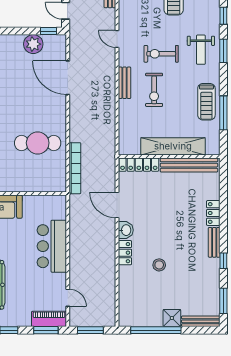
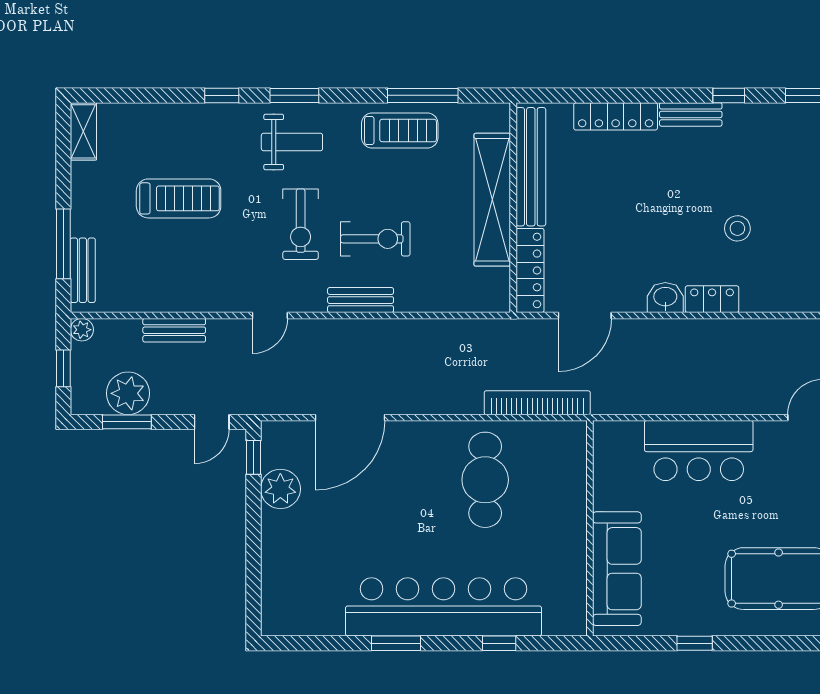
door: (117, 205) -> (585, 315), moved
locker: (213, 213) -> (616, 116), width x1.53

